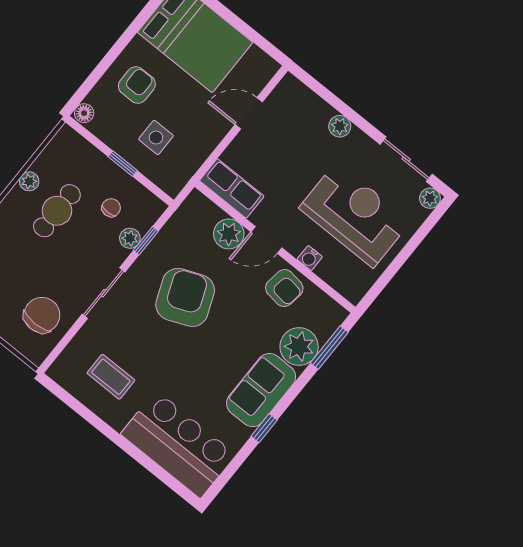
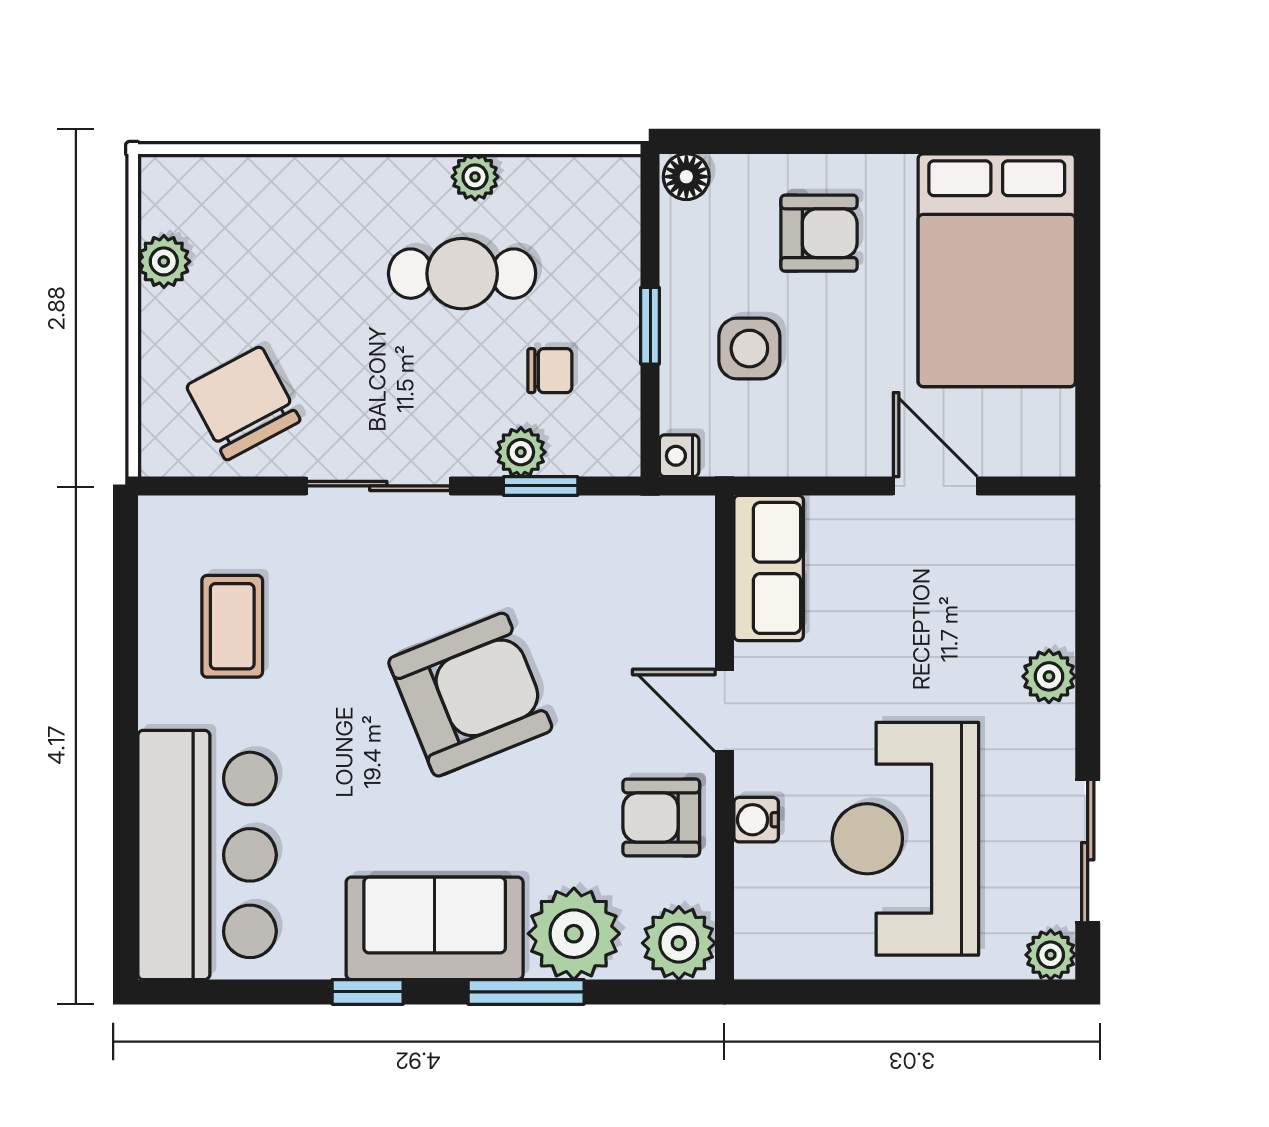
nightstand: (172, 188) -> (679, 456), added
reception desk: (355, 215) -> (905, 839), turned 180
plant: (229, 234) -> (679, 943), moved
armchair: (284, 288) -> (661, 817), turned 82
armchair: (185, 297) -> (470, 695), moved
chair: (42, 315) -> (243, 403), turned -118
window: (329, 348) -> (526, 992), moved

